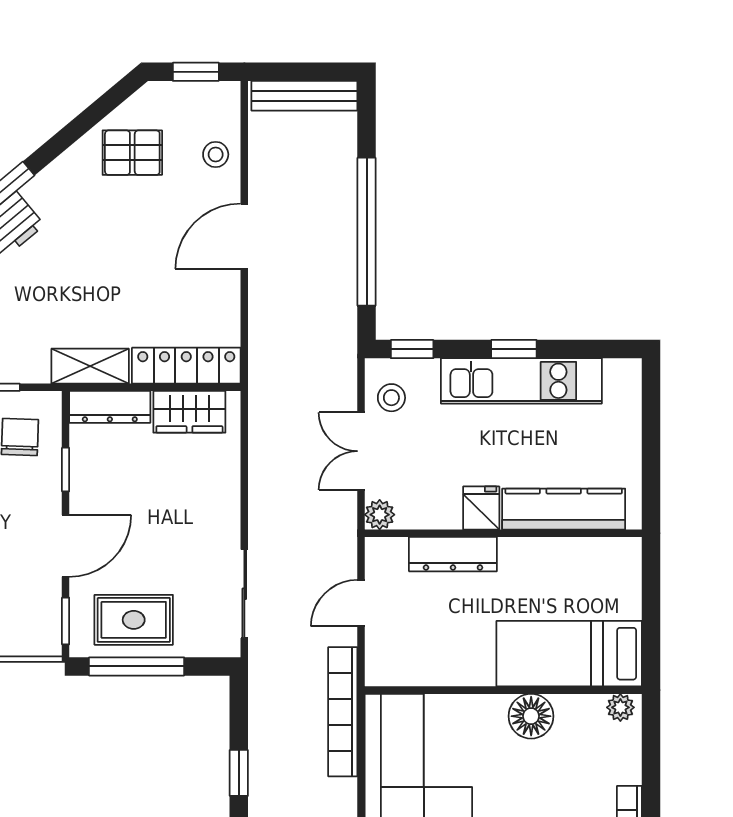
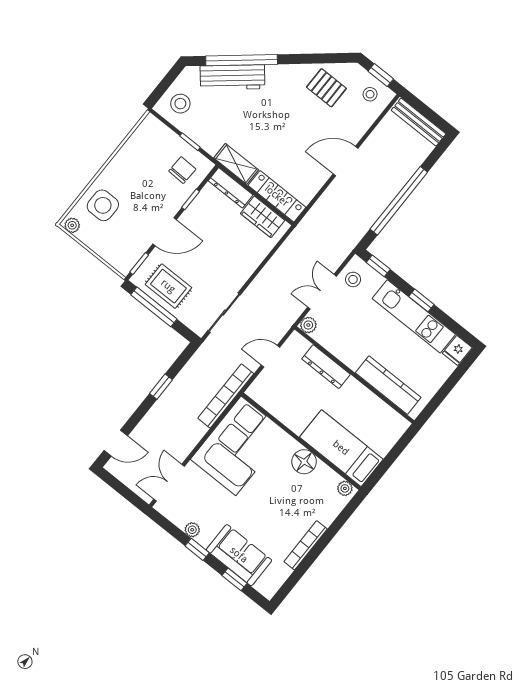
stool: (216, 154) -> (370, 94), moved
fridge: (481, 508) -> (457, 350), moved, turned 180

